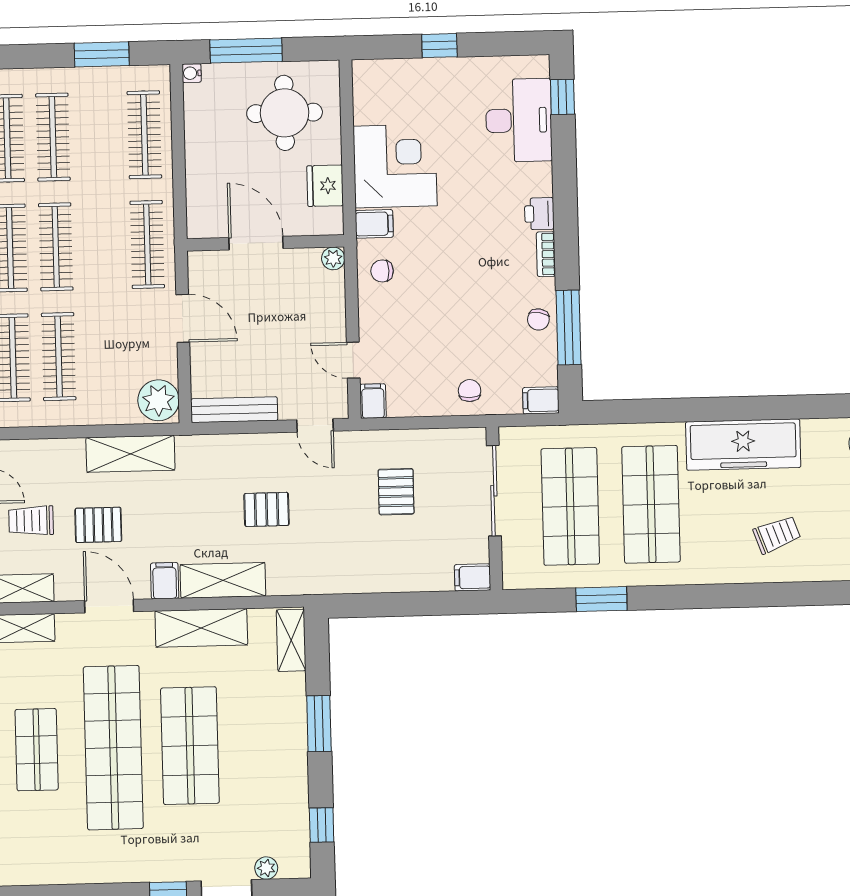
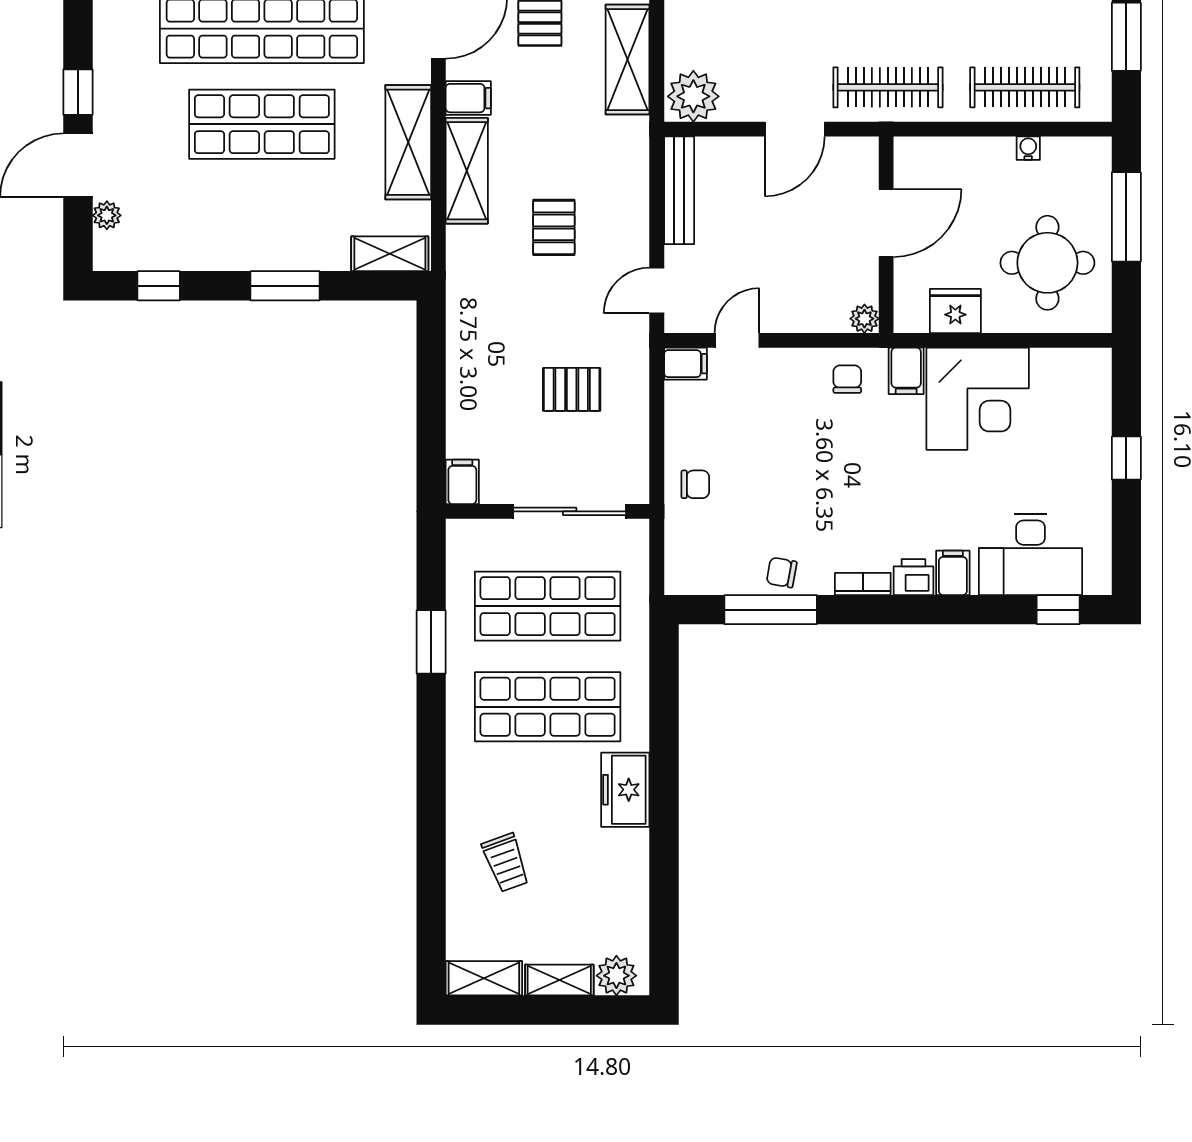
water cooler: (192, 73) -> (1028, 148), moved
filing cabinet: (541, 400) -> (953, 573), moved
freezer: (743, 445) -> (625, 790), width x0.52, depth x0.79

